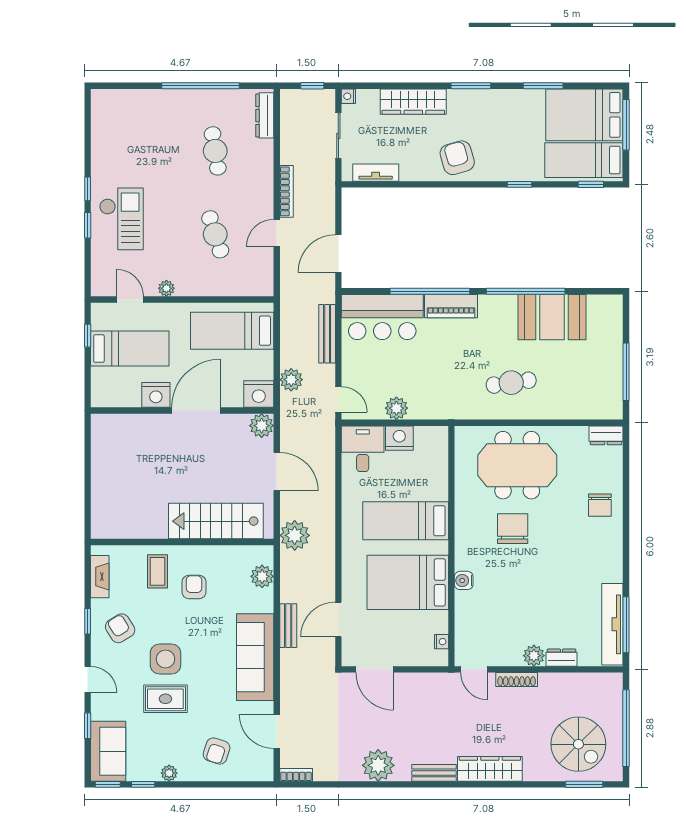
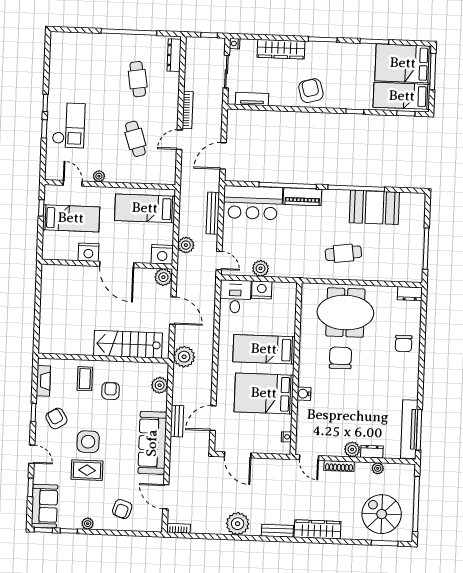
door: (196, 410) -> (117, 264), swing flipped
plant: (571, 681) -> (378, 468), added
spiral stairs: (578, 744) -> (382, 514), turned 180

